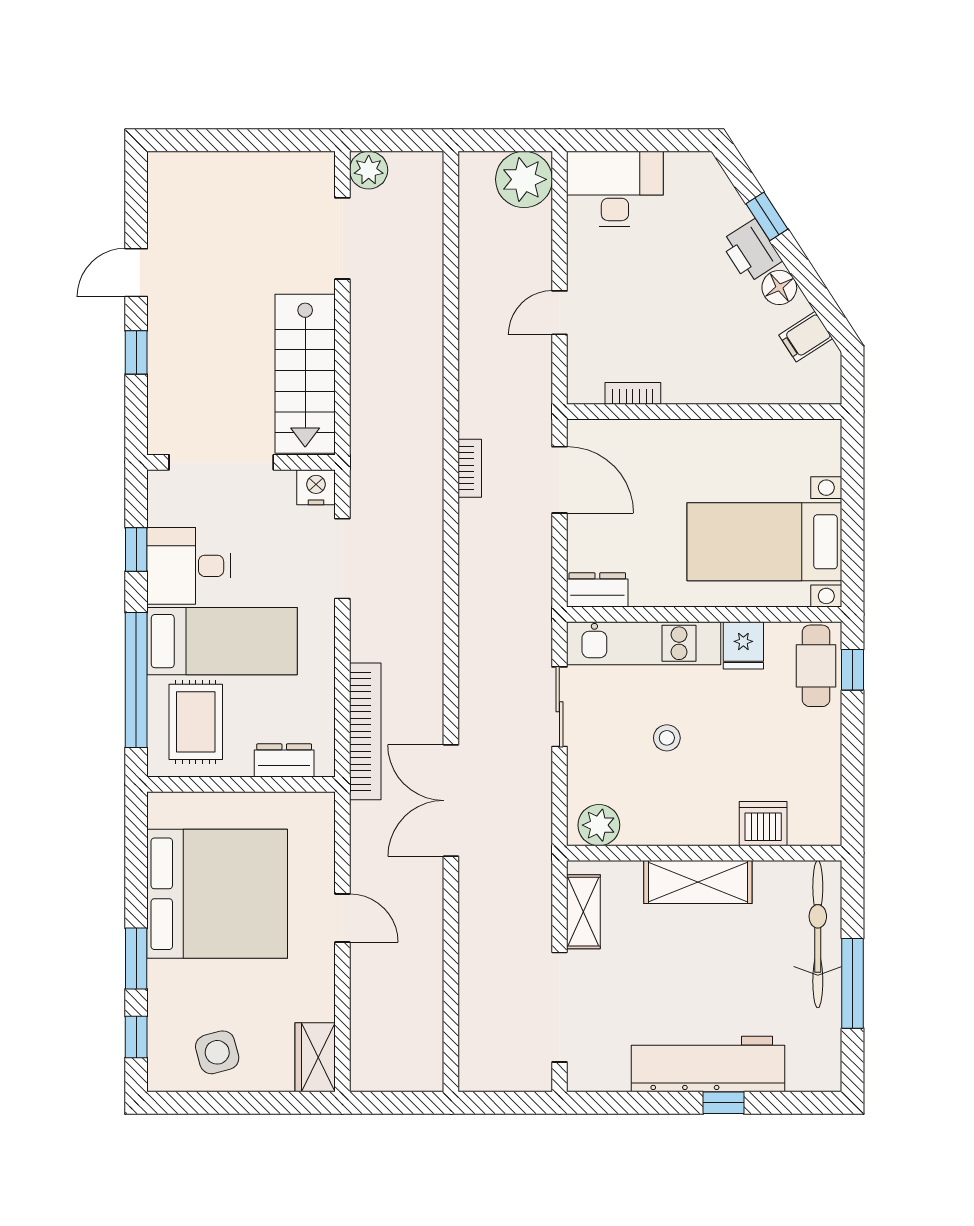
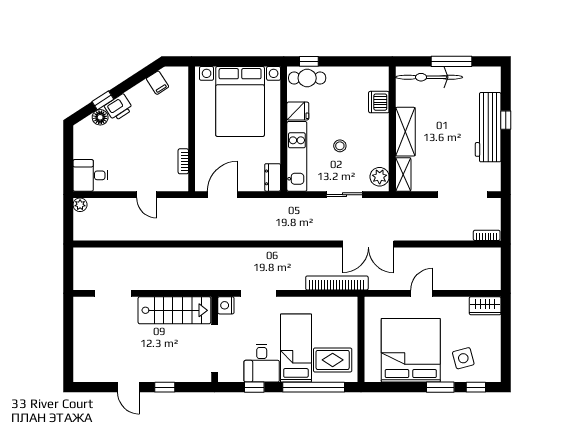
plant: (369, 170) -> (82, 281), removed
plant: (524, 179) -> (80, 205), width x0.53, depth x0.53
desk: (615, 189) -> (90, 175), width x0.73
floor lamp: (779, 287) -> (100, 117), moved
bookcase: (470, 468) -> (487, 235), moved
bed with nightstands: (764, 542) -> (240, 101), width x1.36
sliding door: (559, 707) -> (344, 195), moved
dresser: (284, 760) -> (350, 320), removed
shelving: (583, 912) -> (403, 174), moved, turned 90
side table: (217, 1052) -> (463, 358), moved

